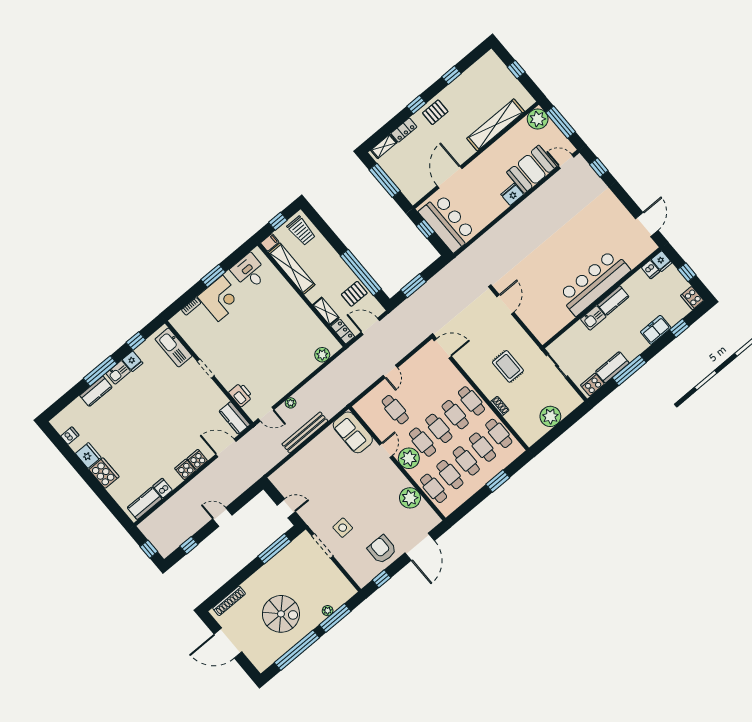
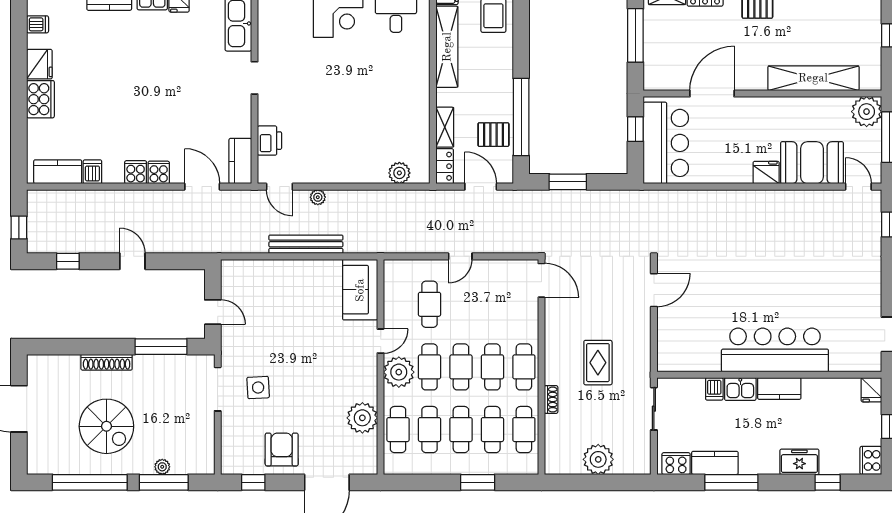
dishwasher: (651, 270) -> (714, 389), moved
shoe rack: (229, 601) -> (107, 362), moved

